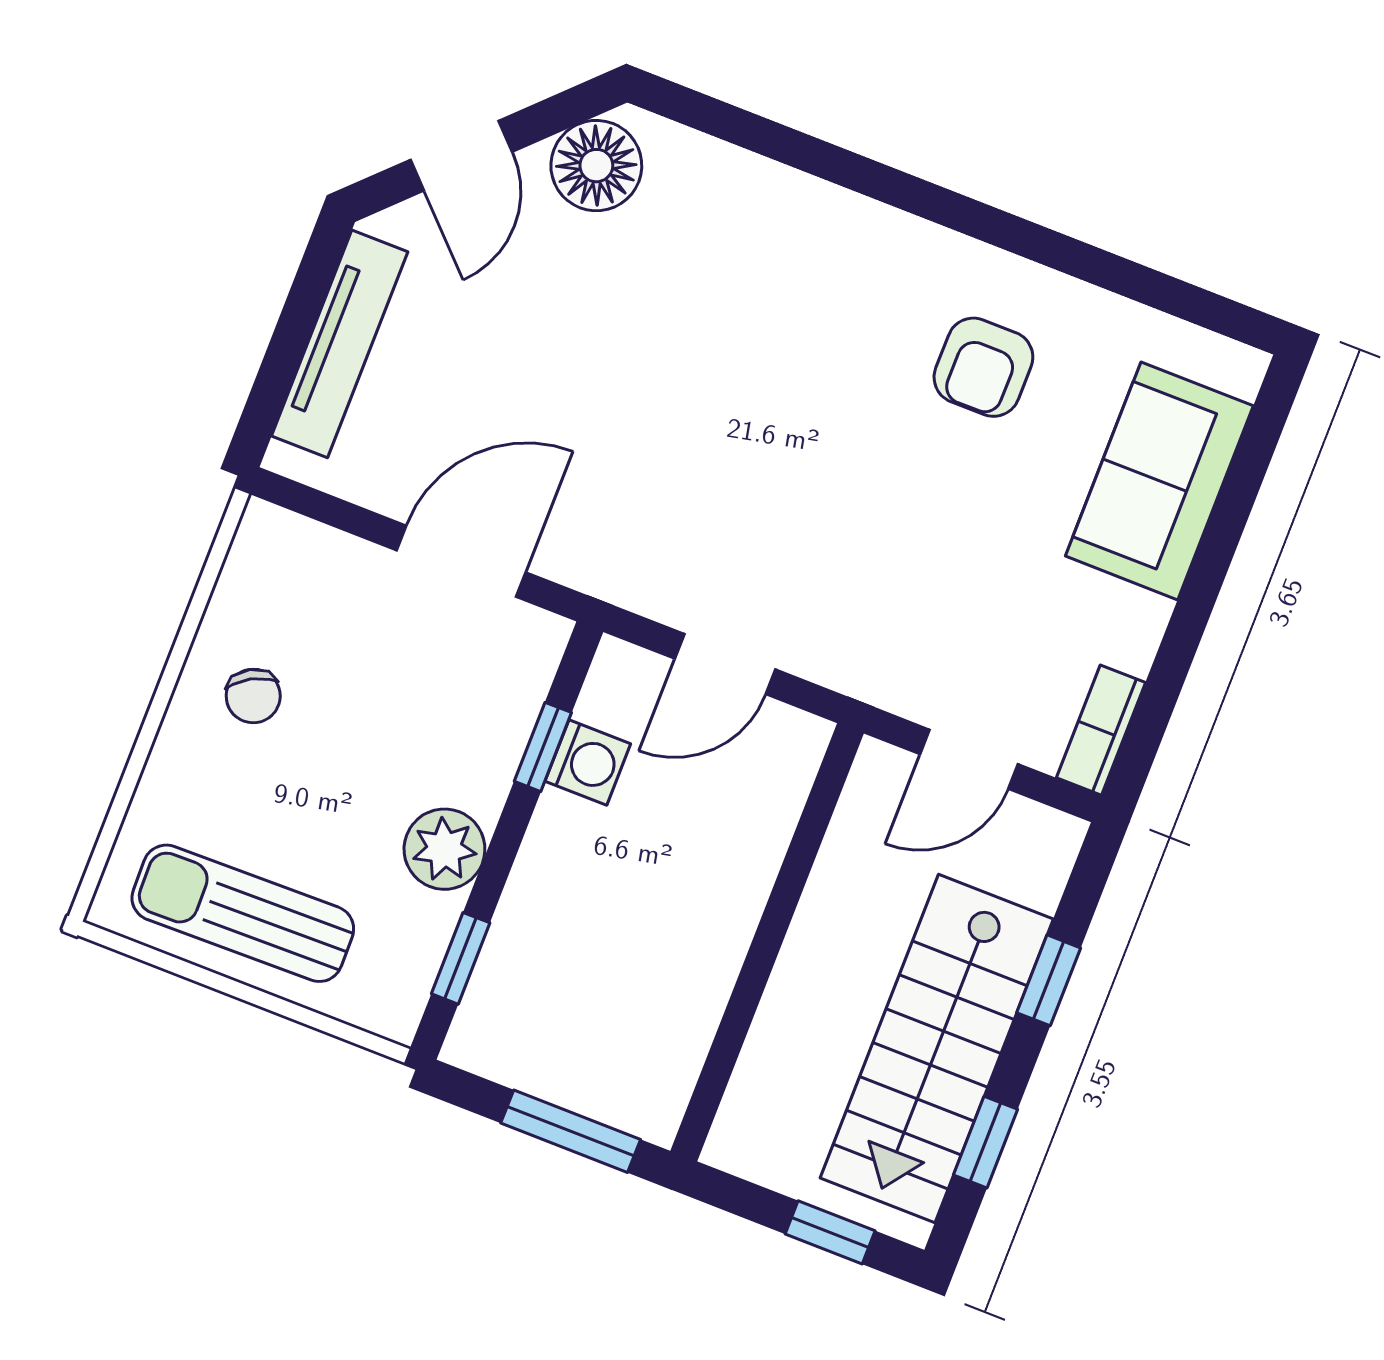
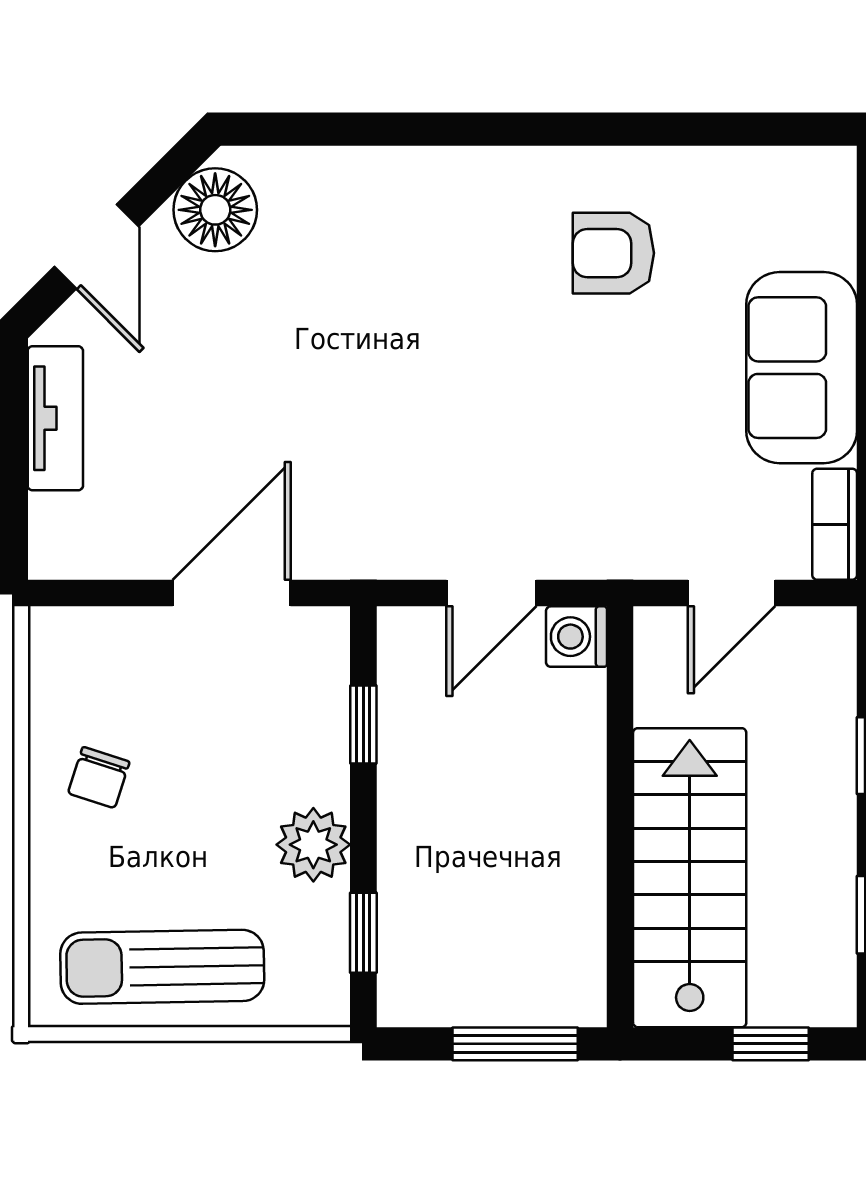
tv unit: (340, 344) -> (55, 418), width x0.71
armchair: (983, 367) -> (613, 253), turned 90
sofa: (1159, 481) -> (802, 368), moved
chair: (253, 696) -> (99, 778), turned 47
washing machine: (588, 762) -> (577, 637), moved, turned 180
stairs: (937, 1049) -> (690, 878), moved, turned 180

